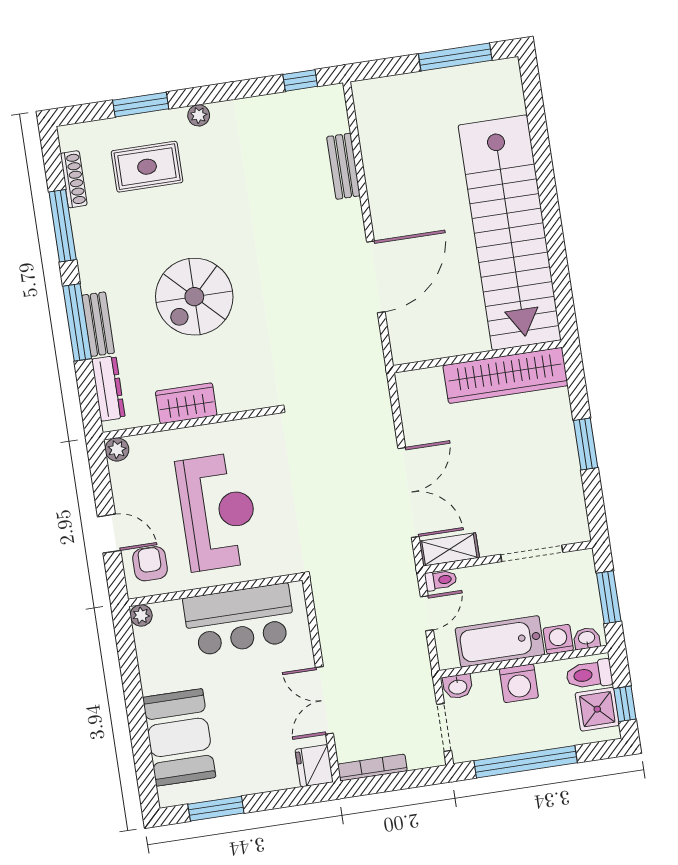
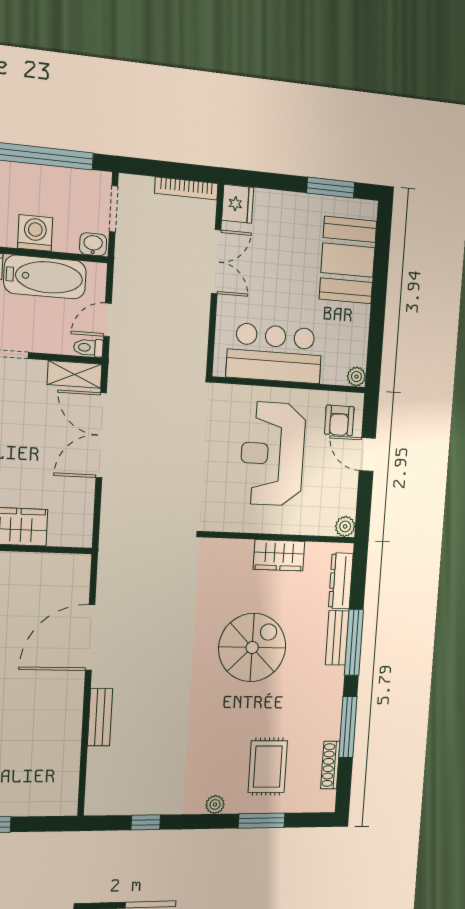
window: (300, 80) -> (146, 822), moved
bench: (343, 166) -> (100, 717), moved
rug: (147, 167) -> (268, 767), turned 90

